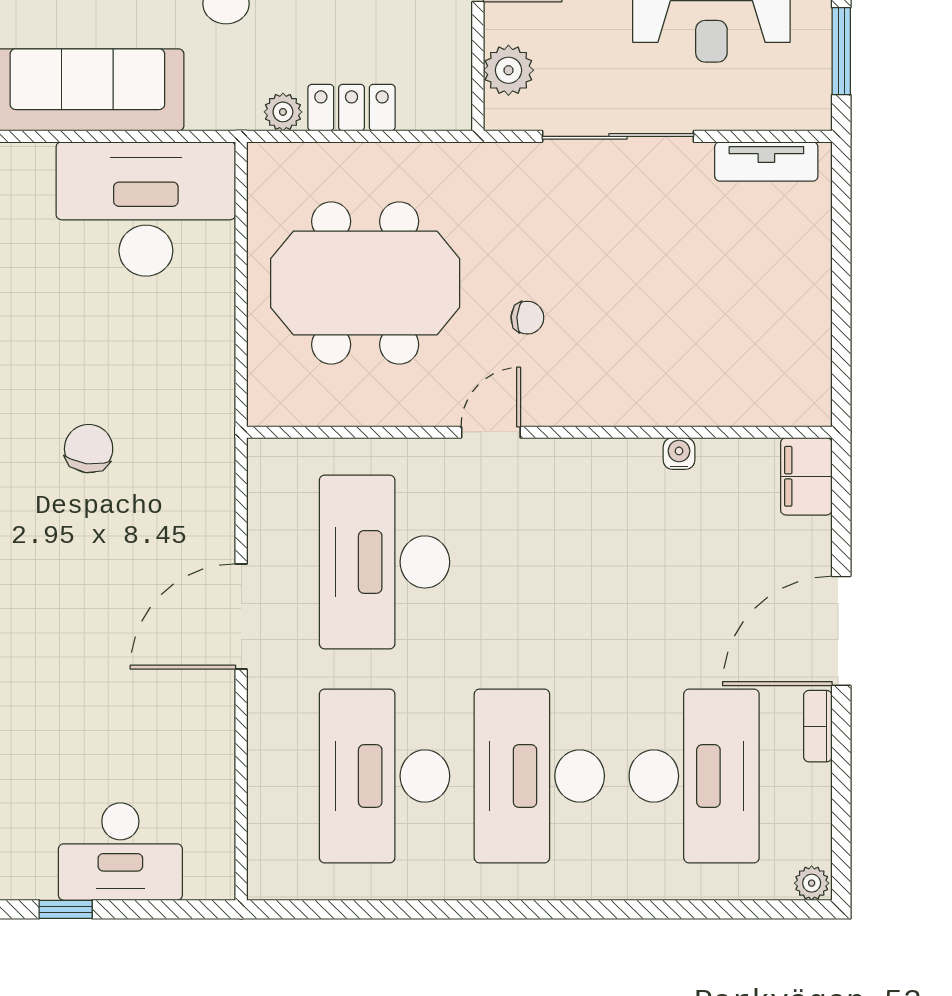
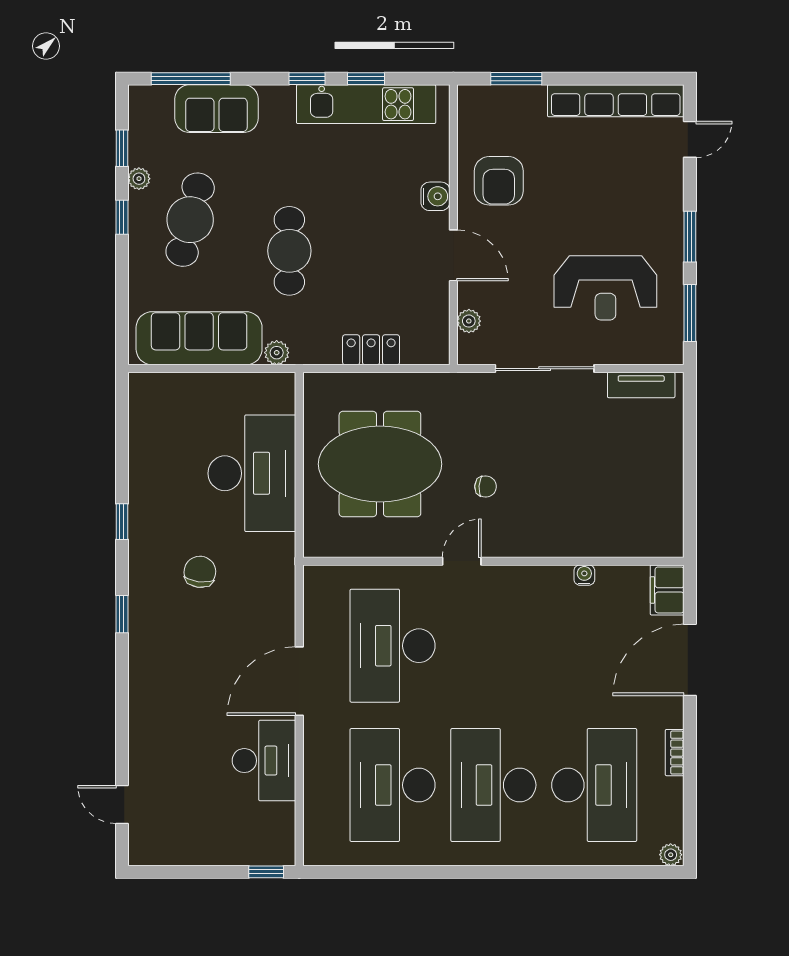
plant: (508, 70) -> (469, 321), width x0.73, depth x0.73
plant: (283, 112) -> (277, 353), moved
desk: (146, 209) -> (252, 473), moved, turned 90
door: (841, 631) -> (690, 660), moved
desk: (120, 852) -> (264, 761), moved, turned -90
window: (66, 909) -> (266, 872), moved

